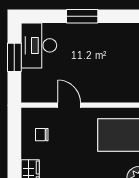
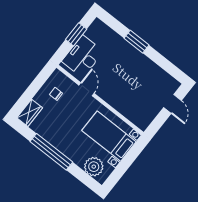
desk: (39, 45) -> (83, 56), moved

